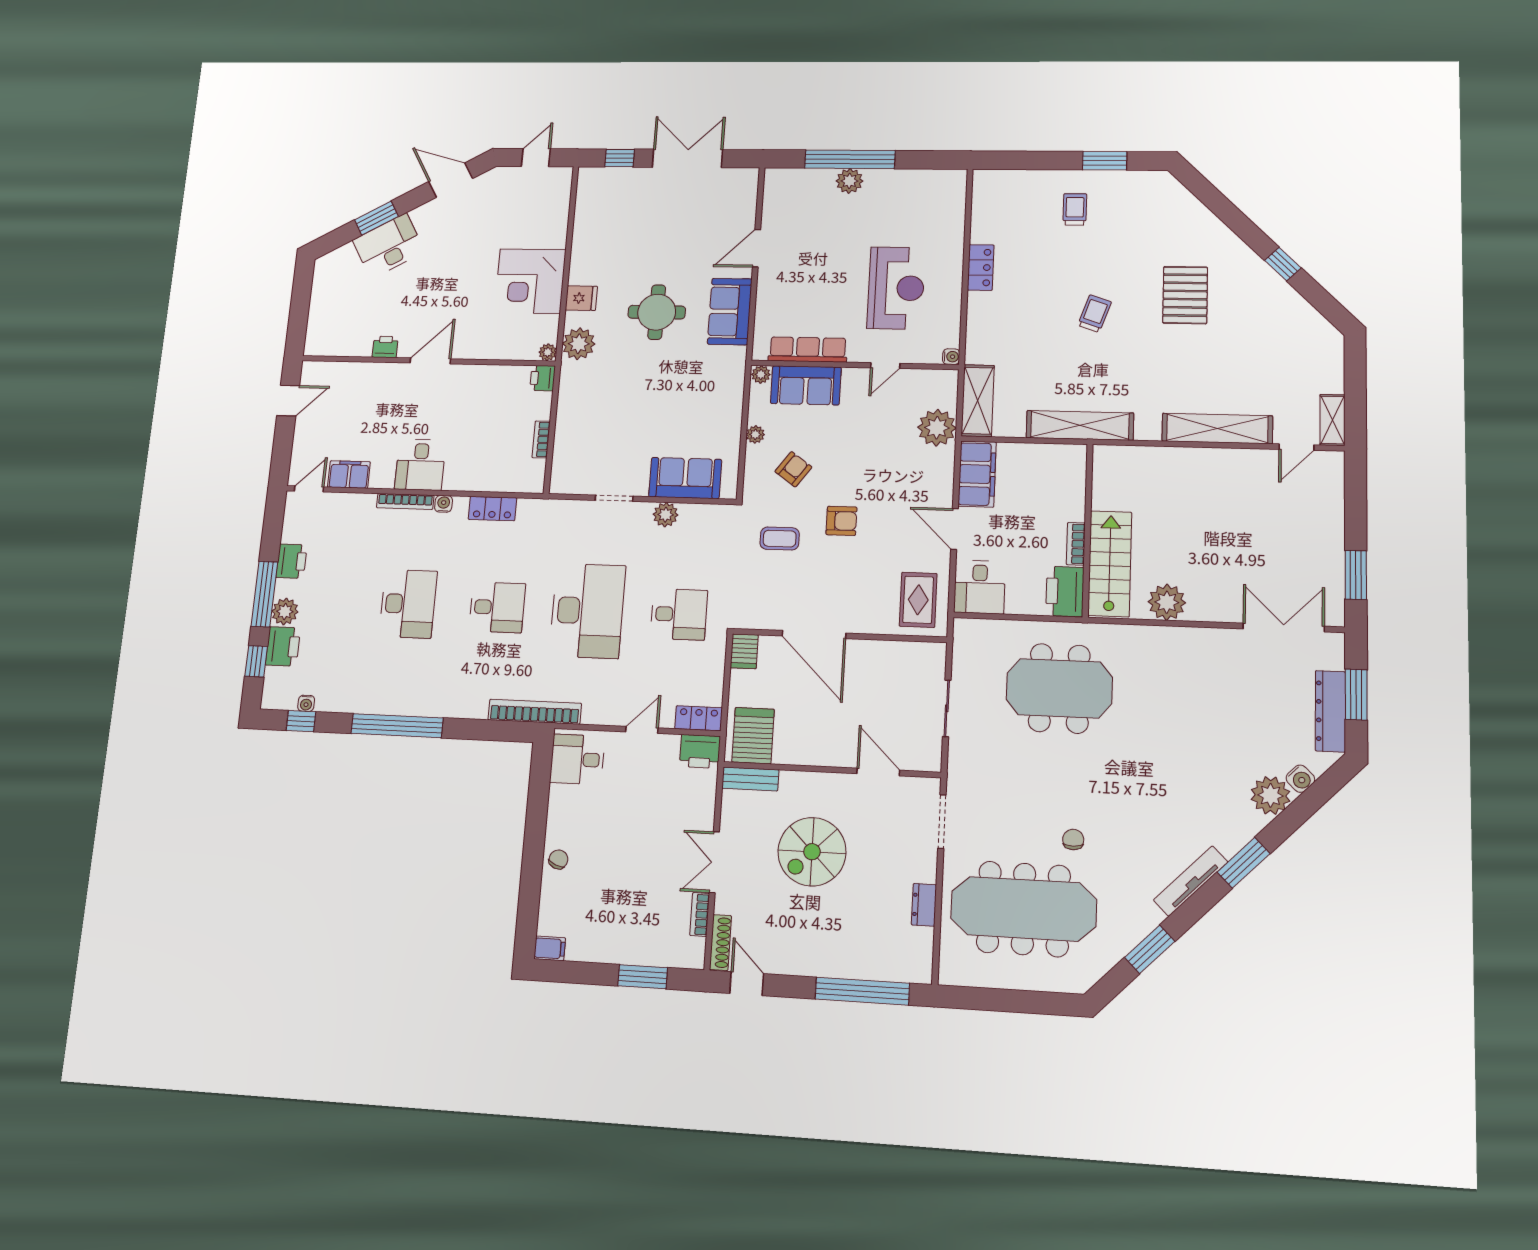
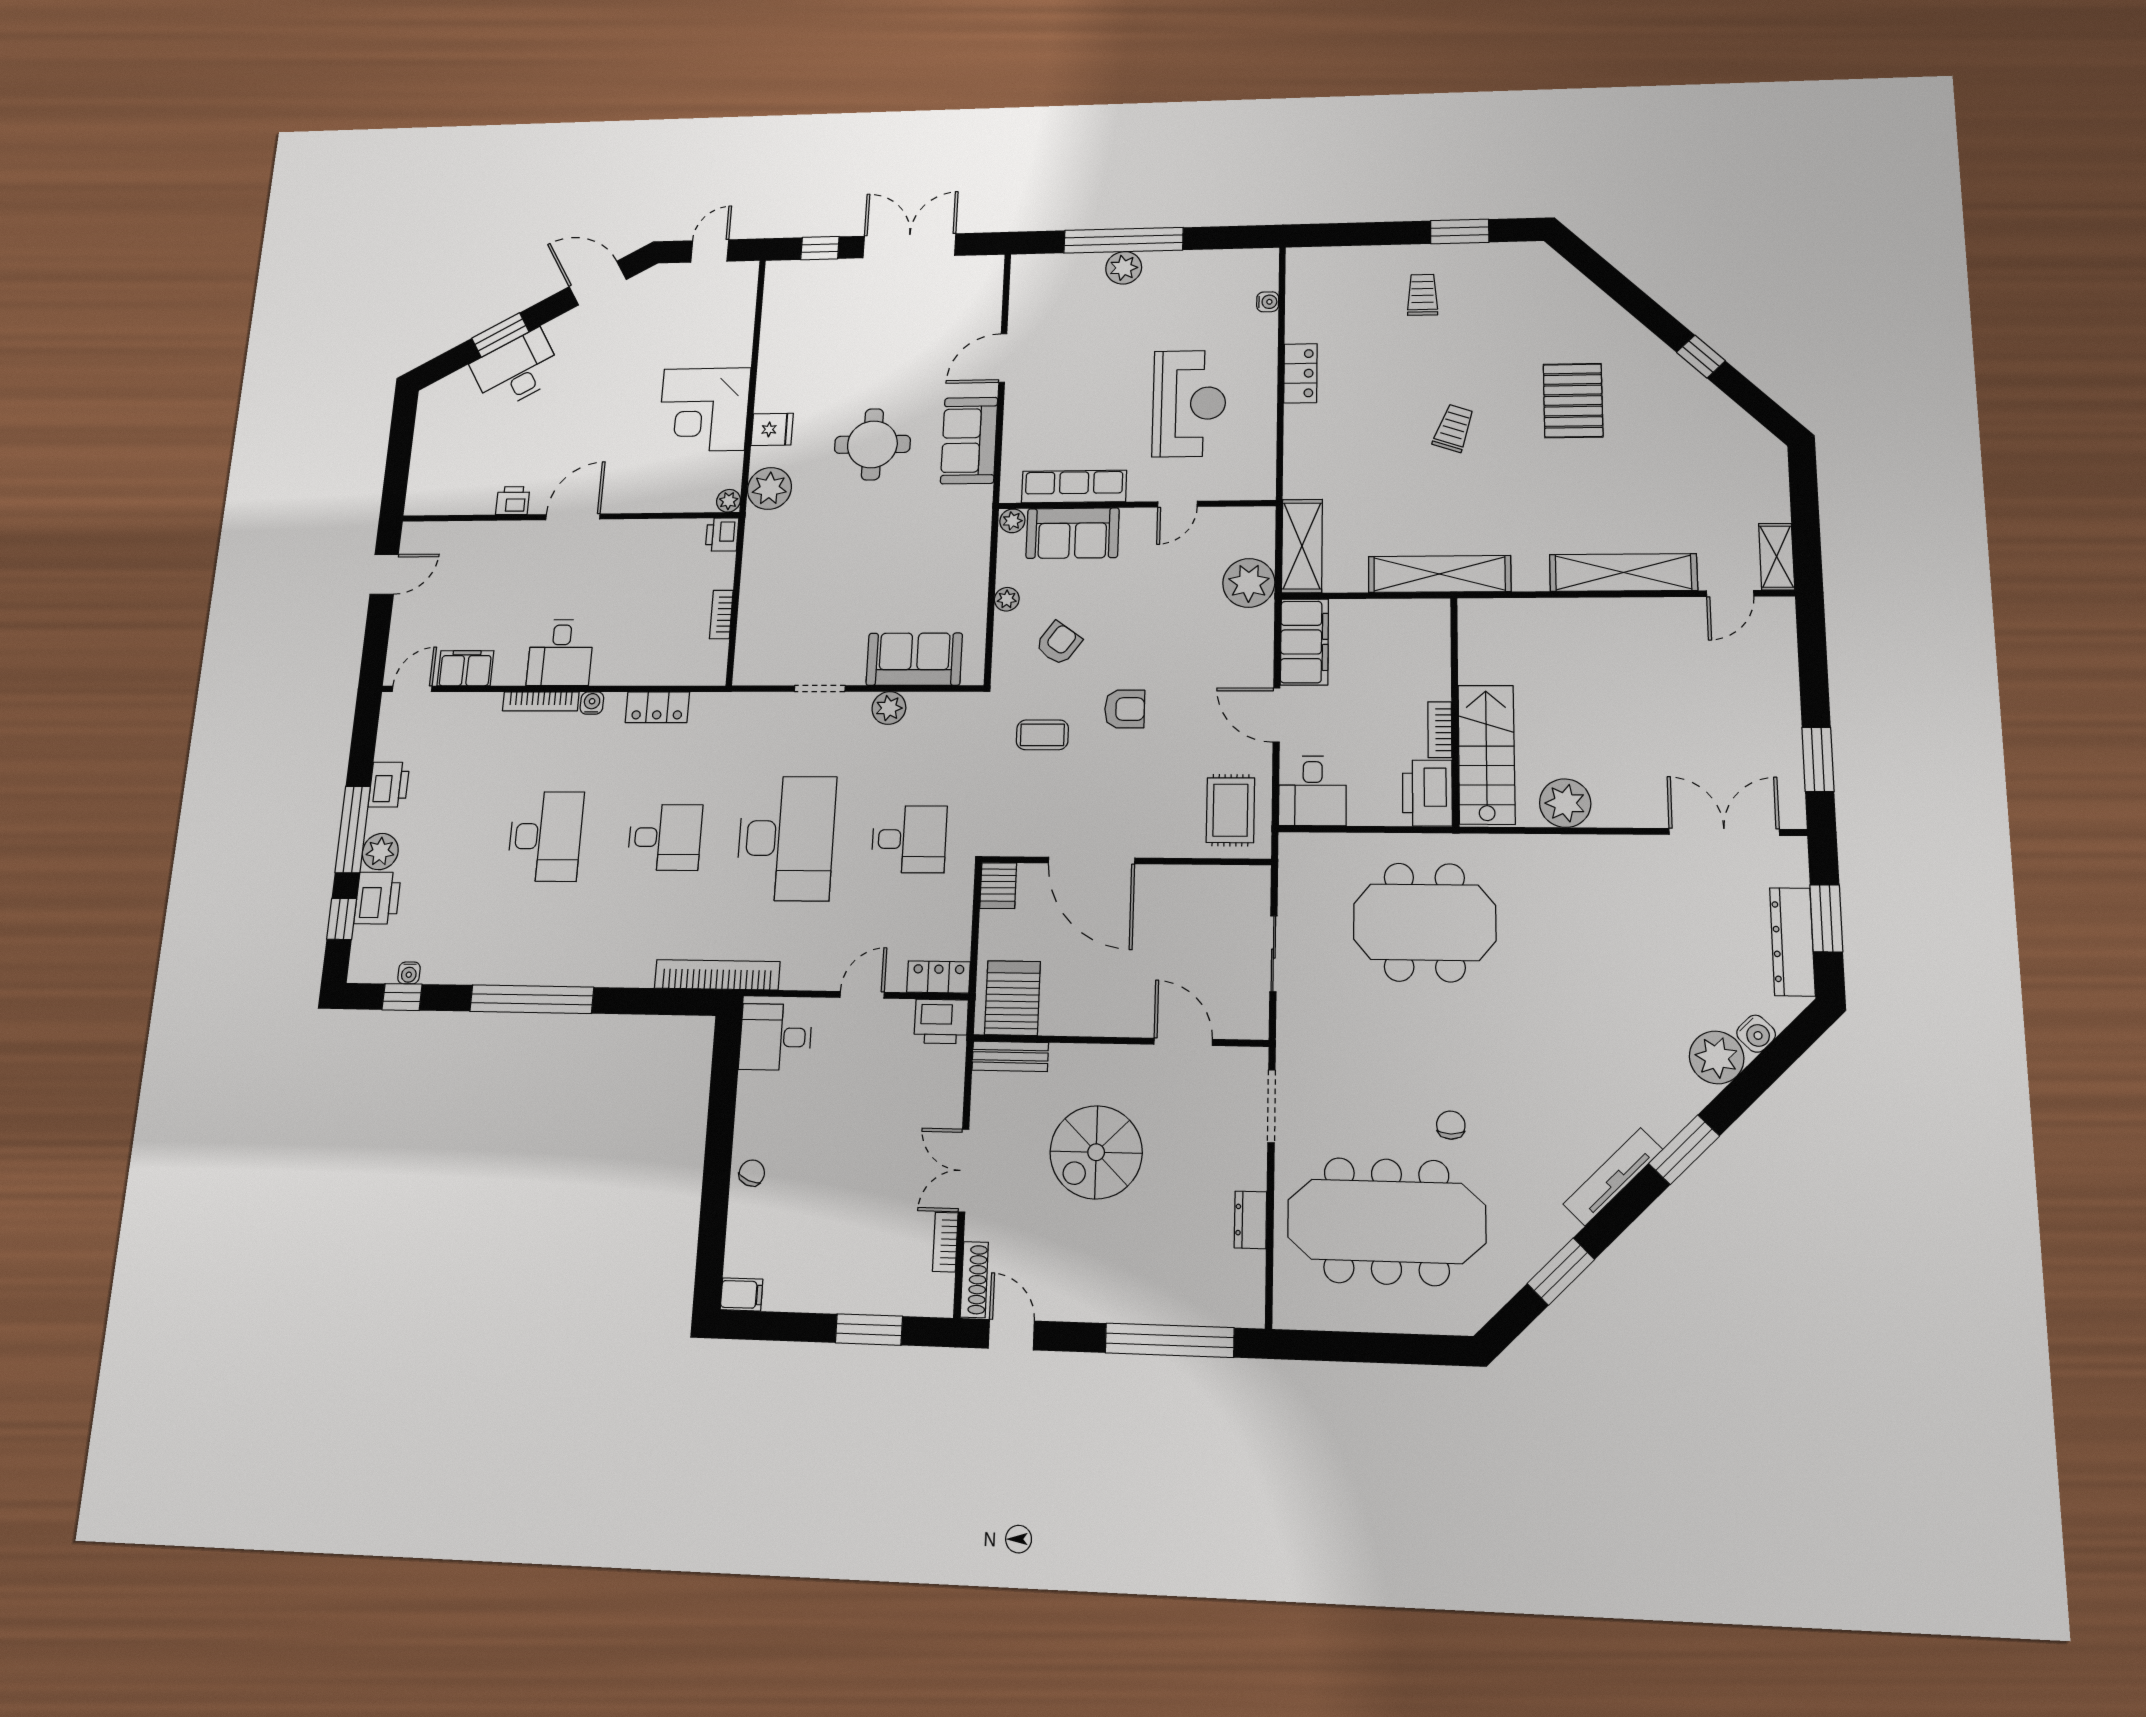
water cooler: (951, 357) -> (1268, 302), moved

